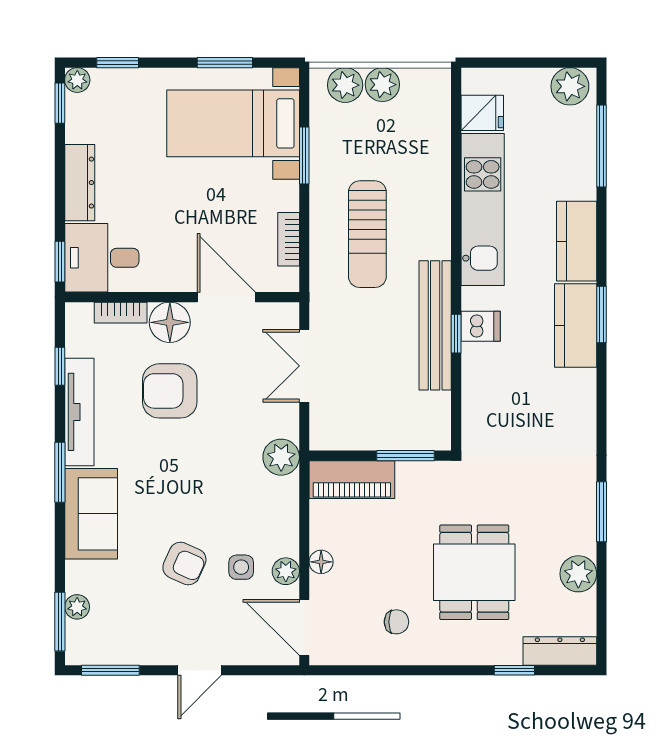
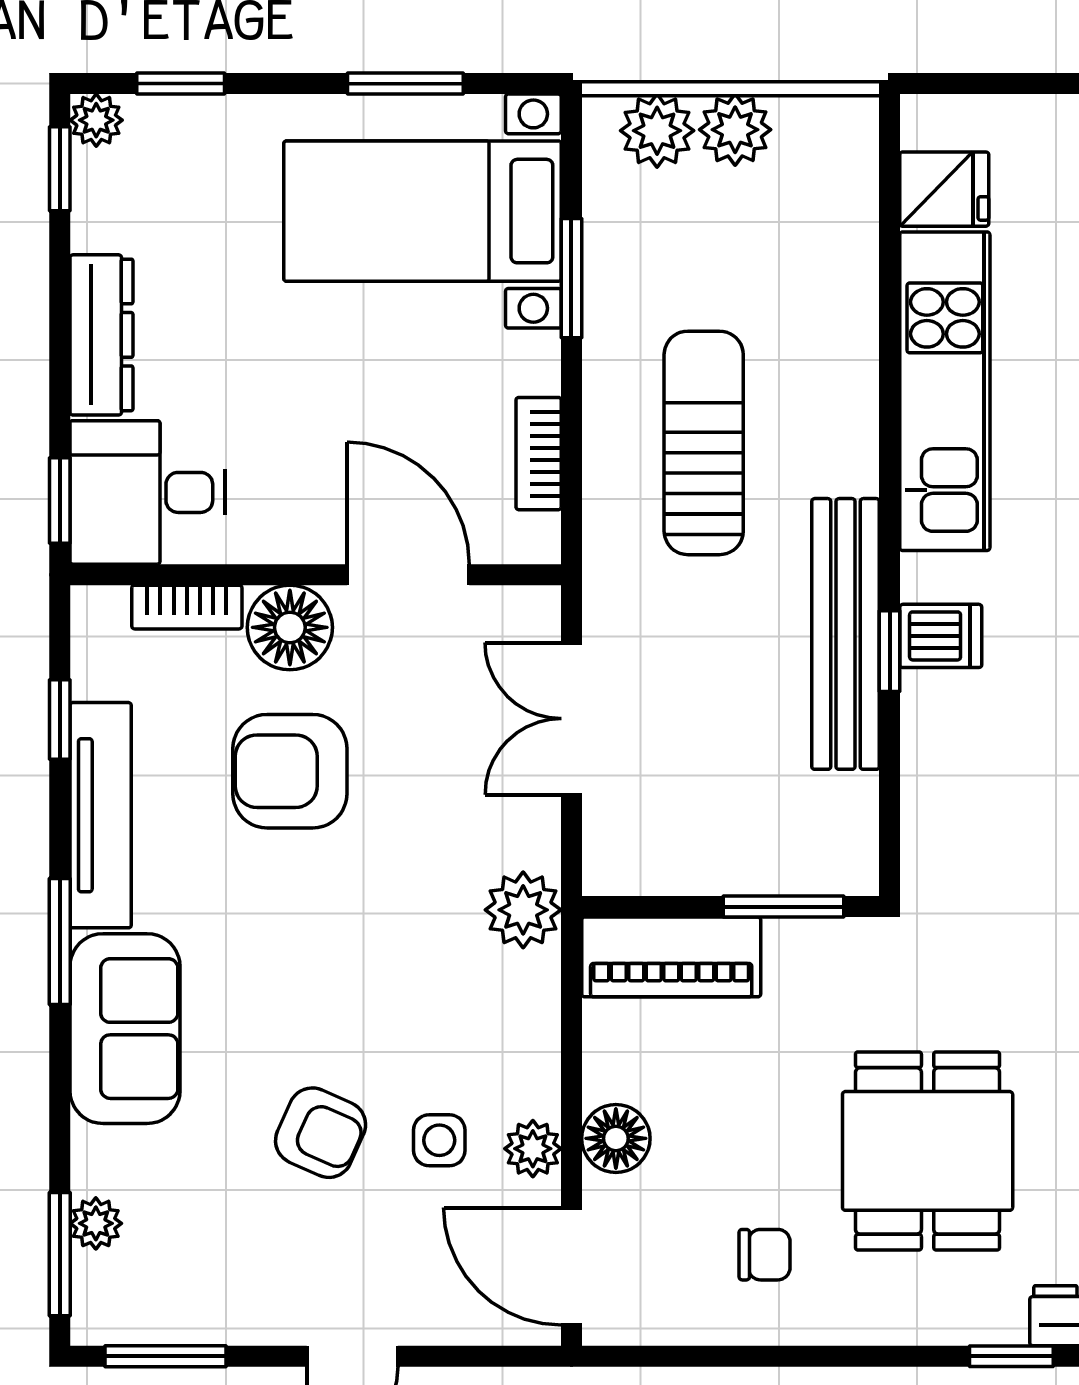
sun lounger: (367, 234) -> (704, 443), turned 180
floor lamp: (321, 562) -> (616, 1138), width x1.37, depth x1.37

